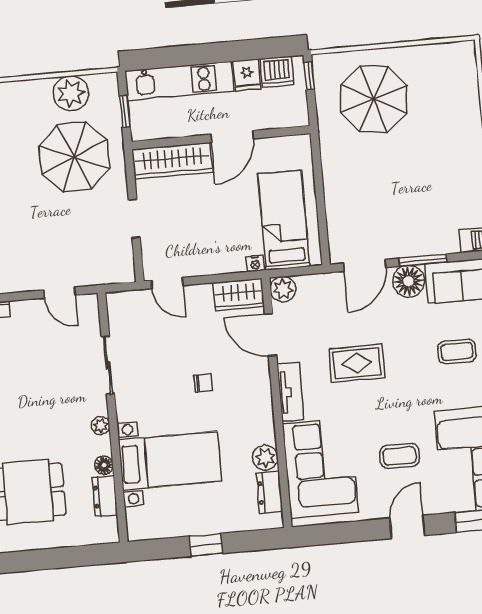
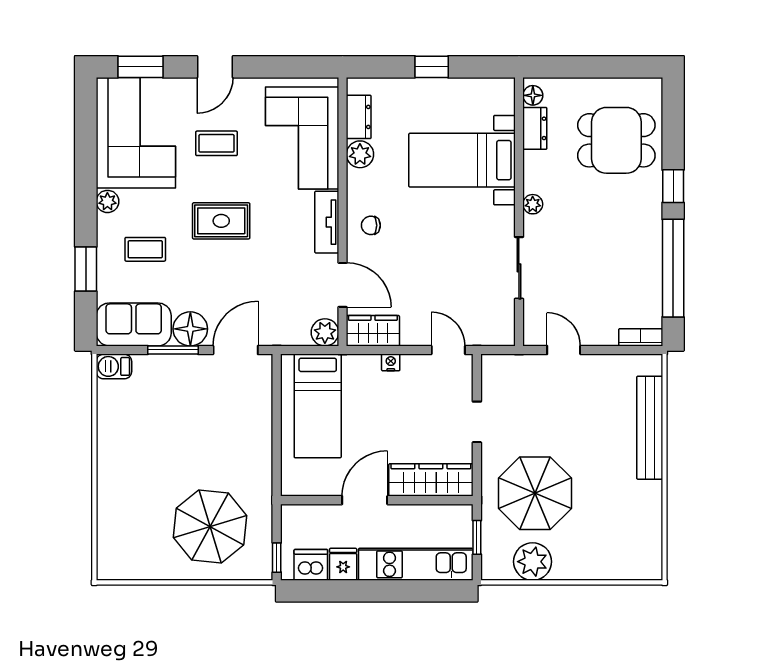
nightstand: (255, 263) -> (391, 362), moved
rug: (357, 363) -> (221, 221), moved
chair: (203, 383) -> (371, 225), moved
floor lamp: (104, 465) -> (533, 95), moved

